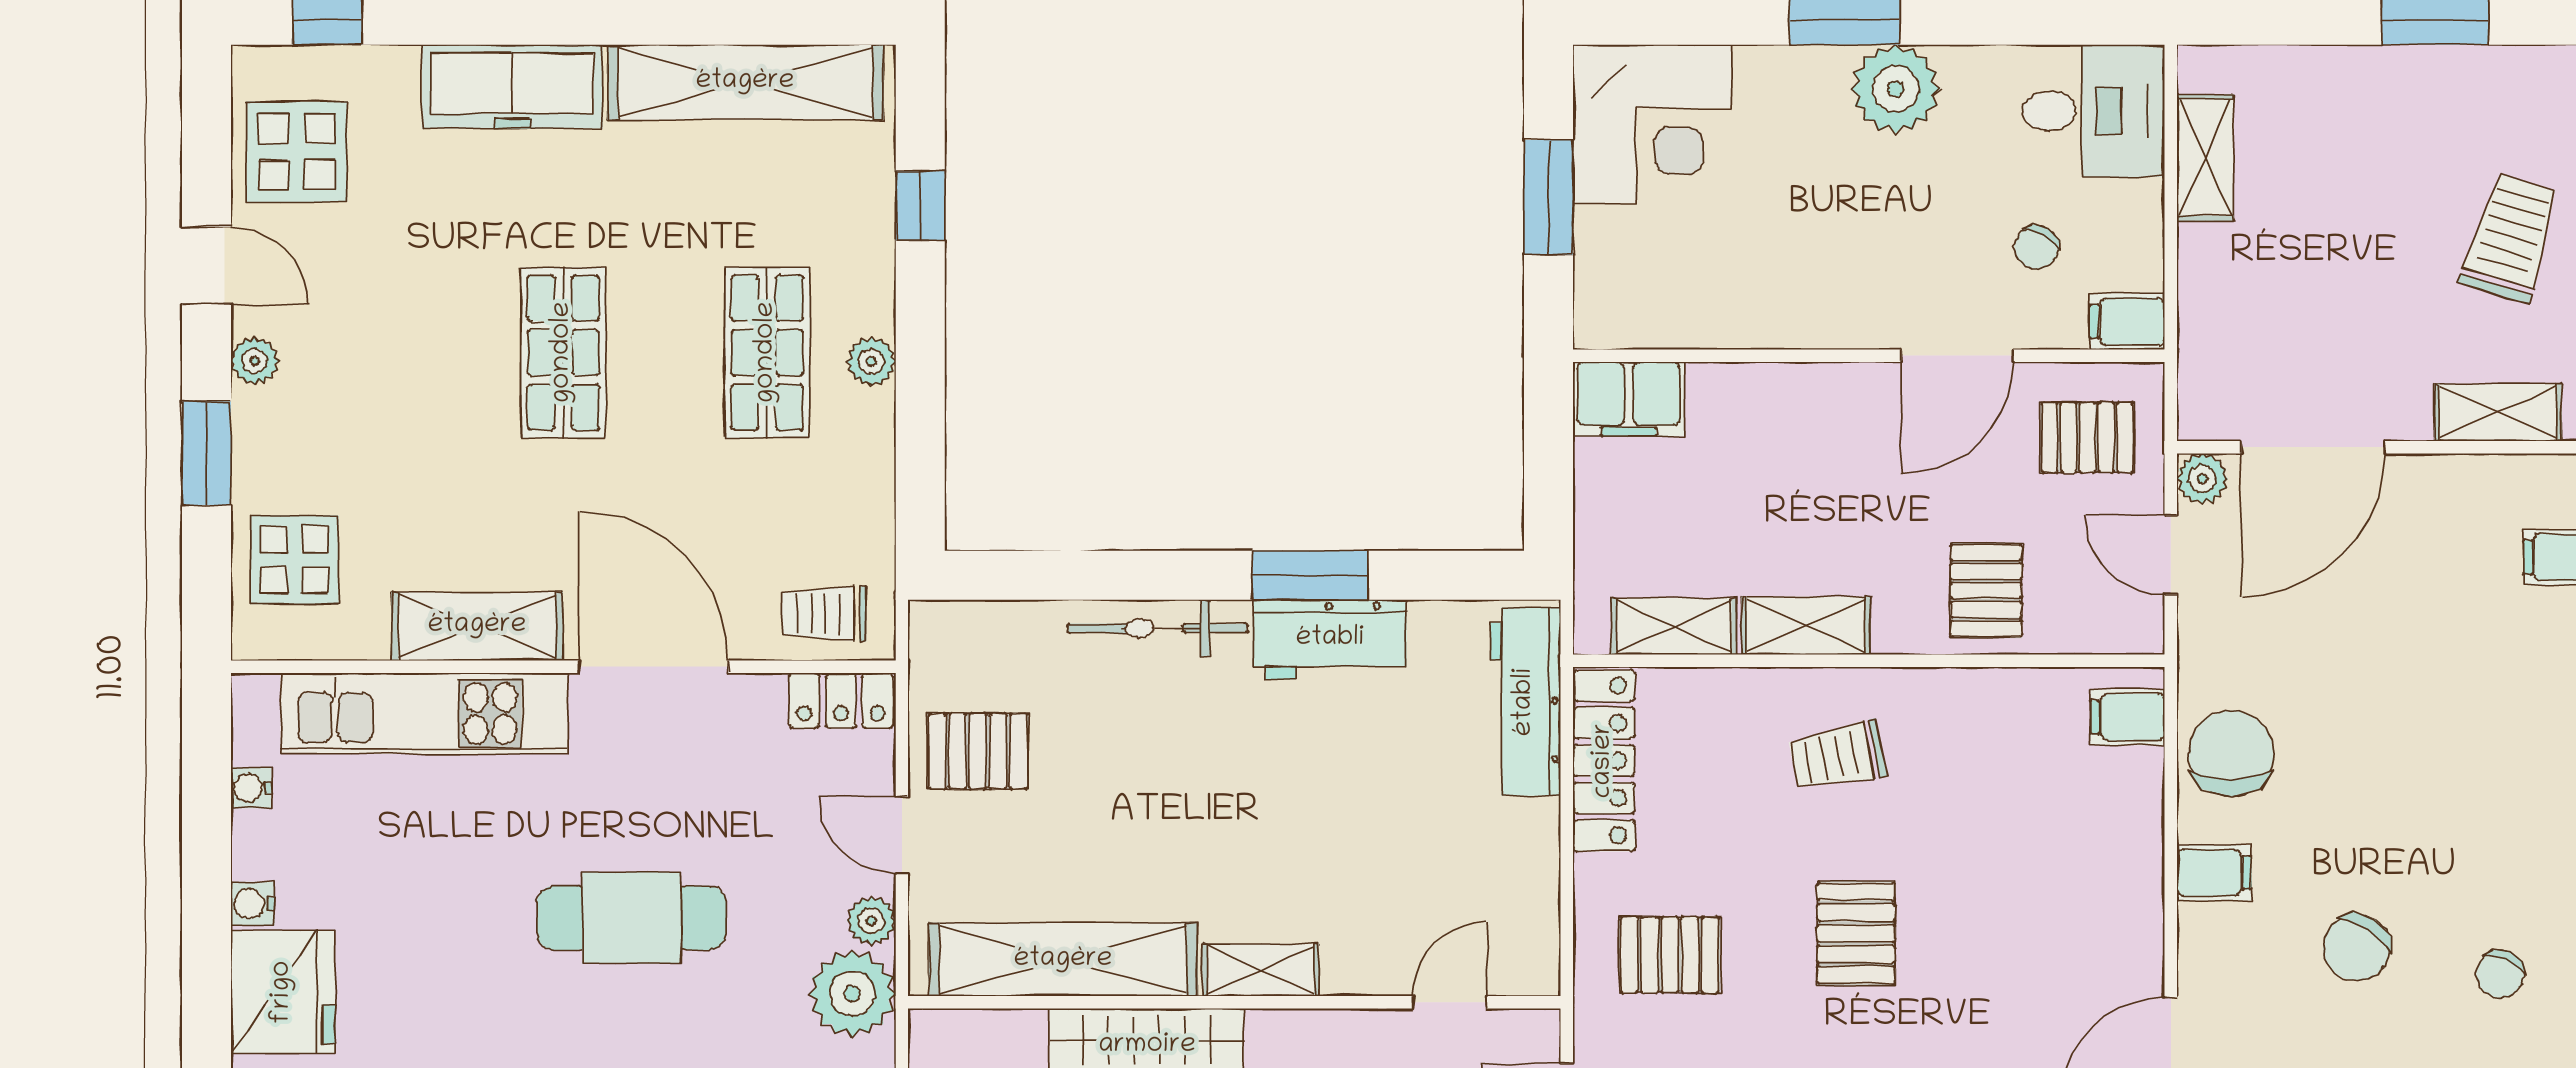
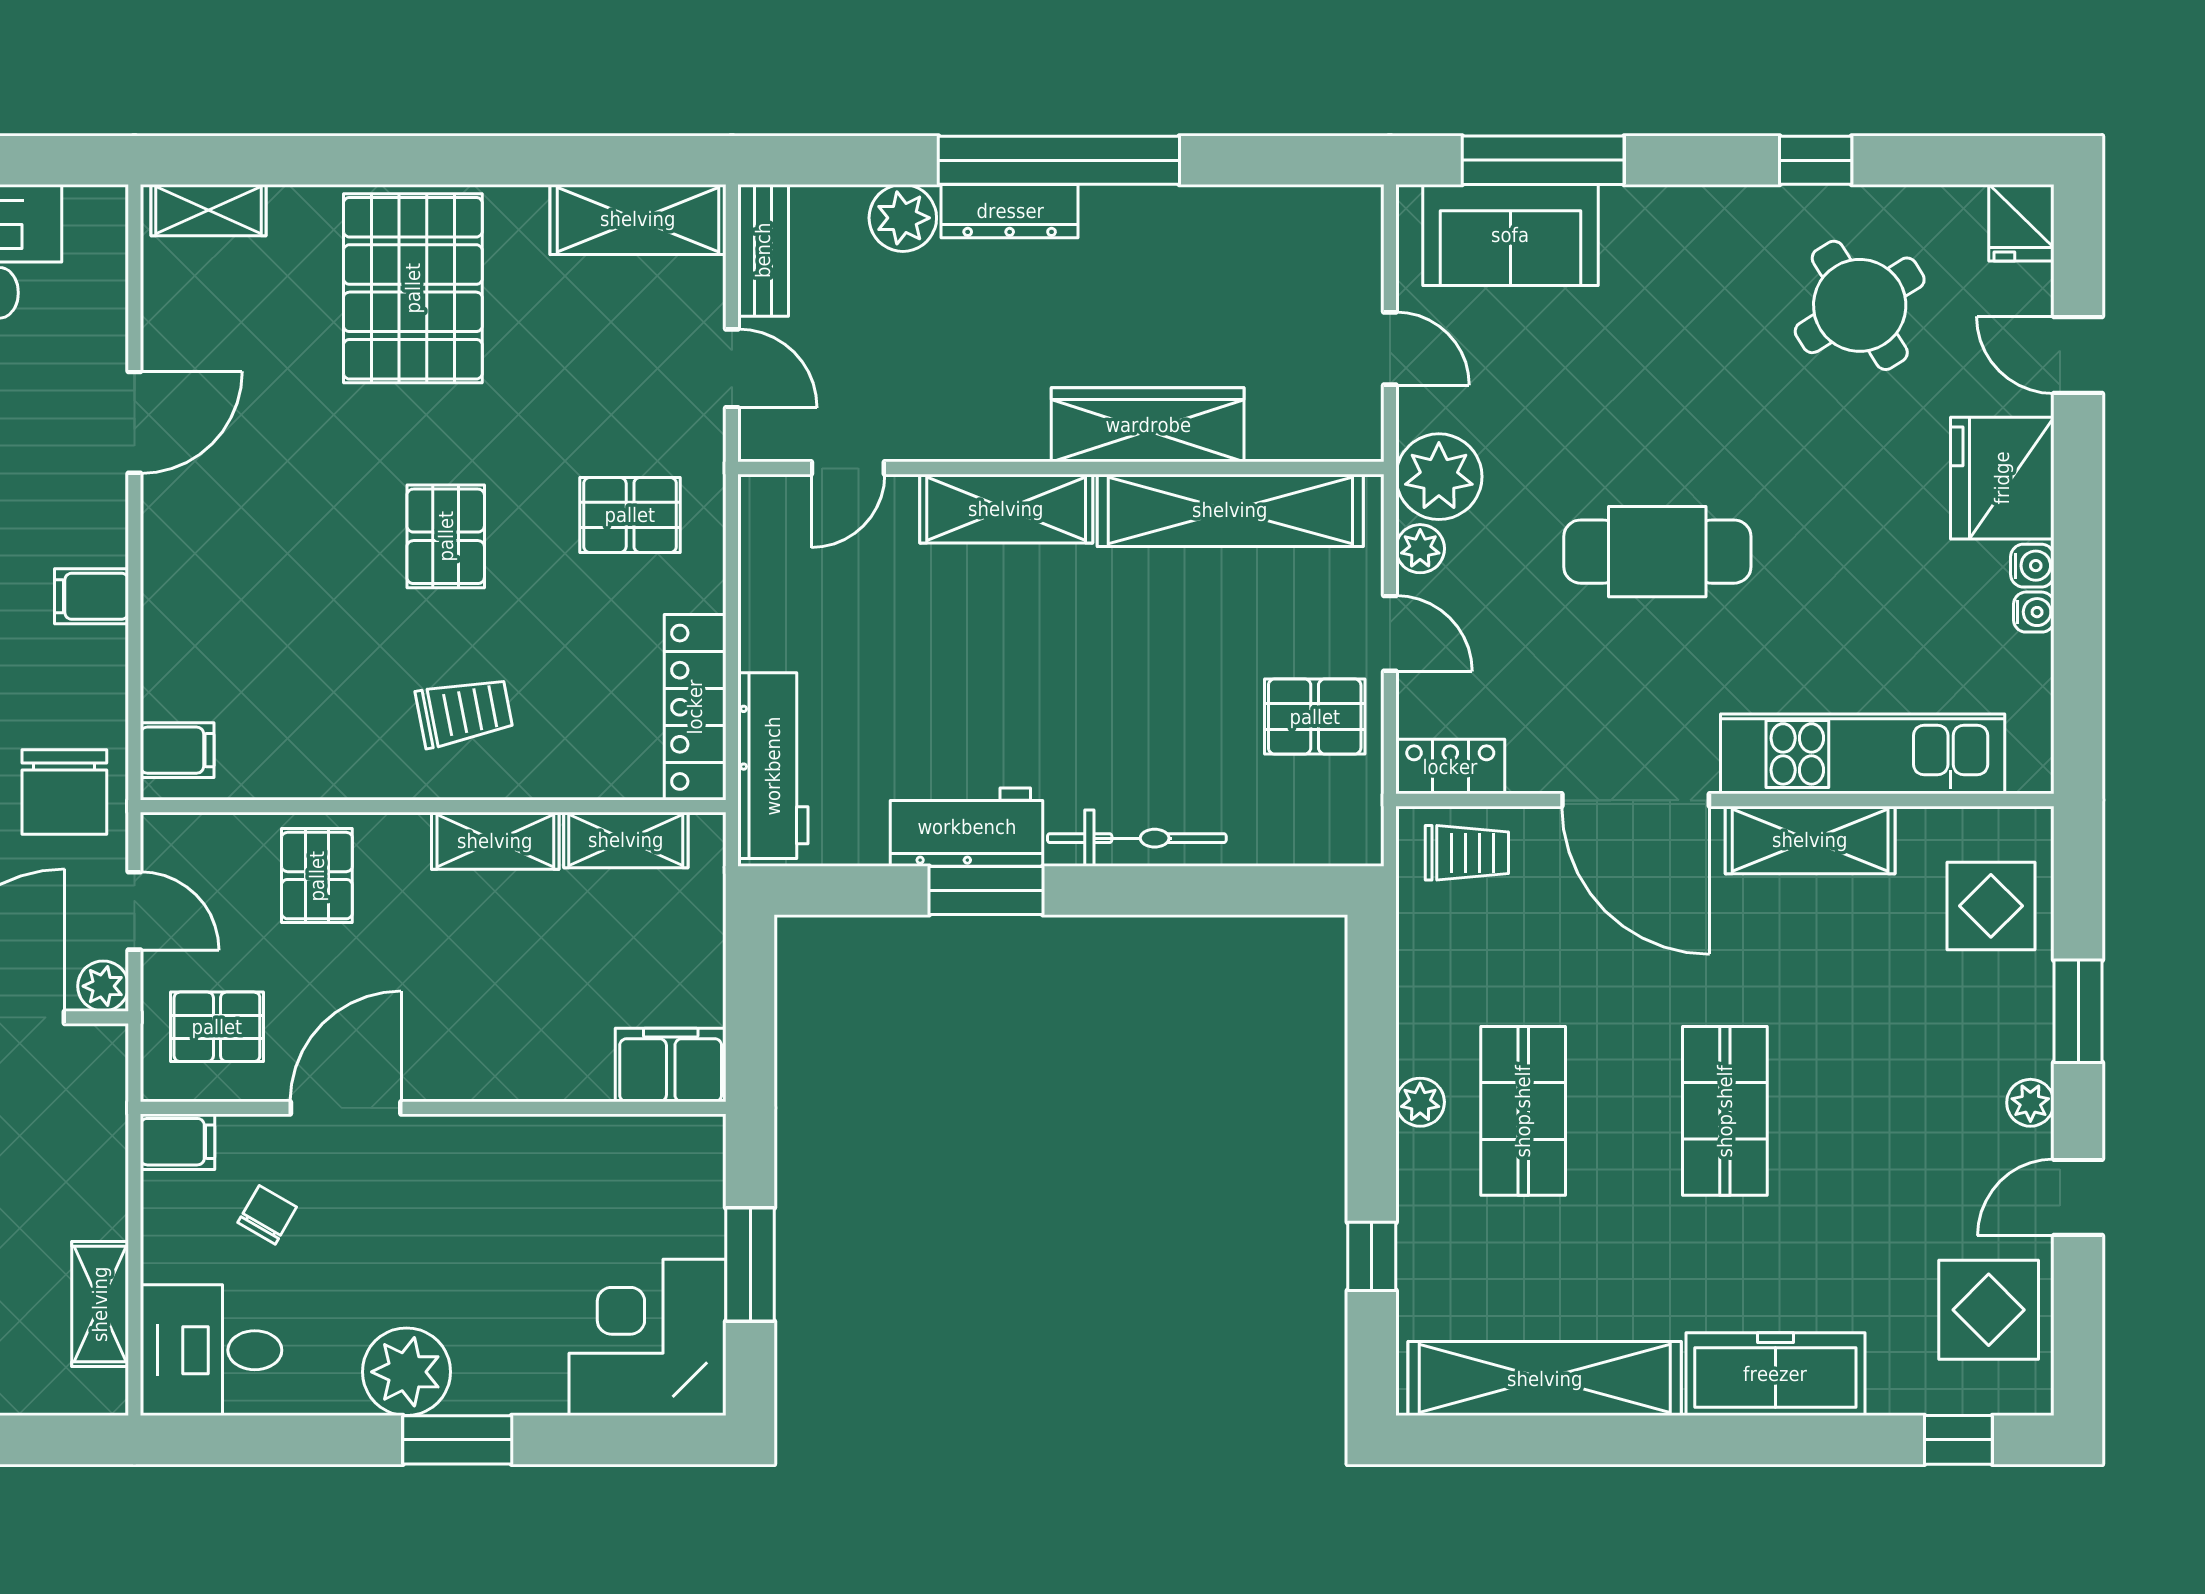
door: (206, 265) -> (2078, 1197), hinge flipped
chair: (2231, 753) -> (64, 792), moved
water cooler: (251, 788) -> (2034, 612), moved
shelving: (1261, 970) -> (1006, 509), width x1.50, depth x1.33

